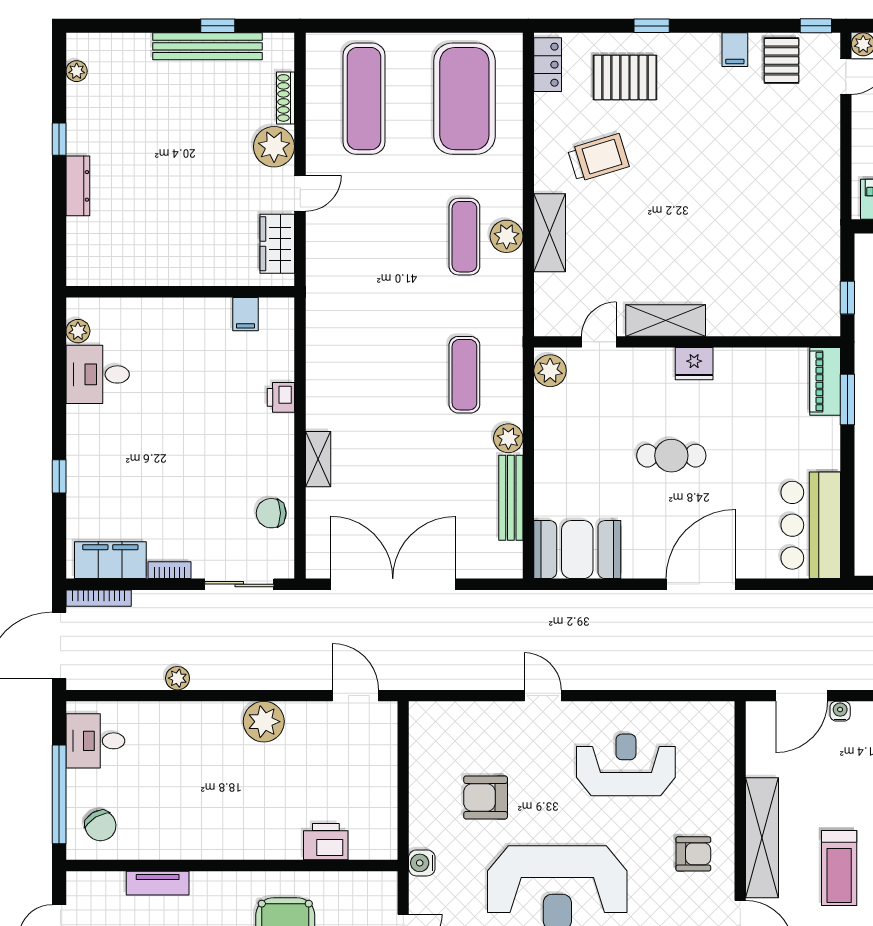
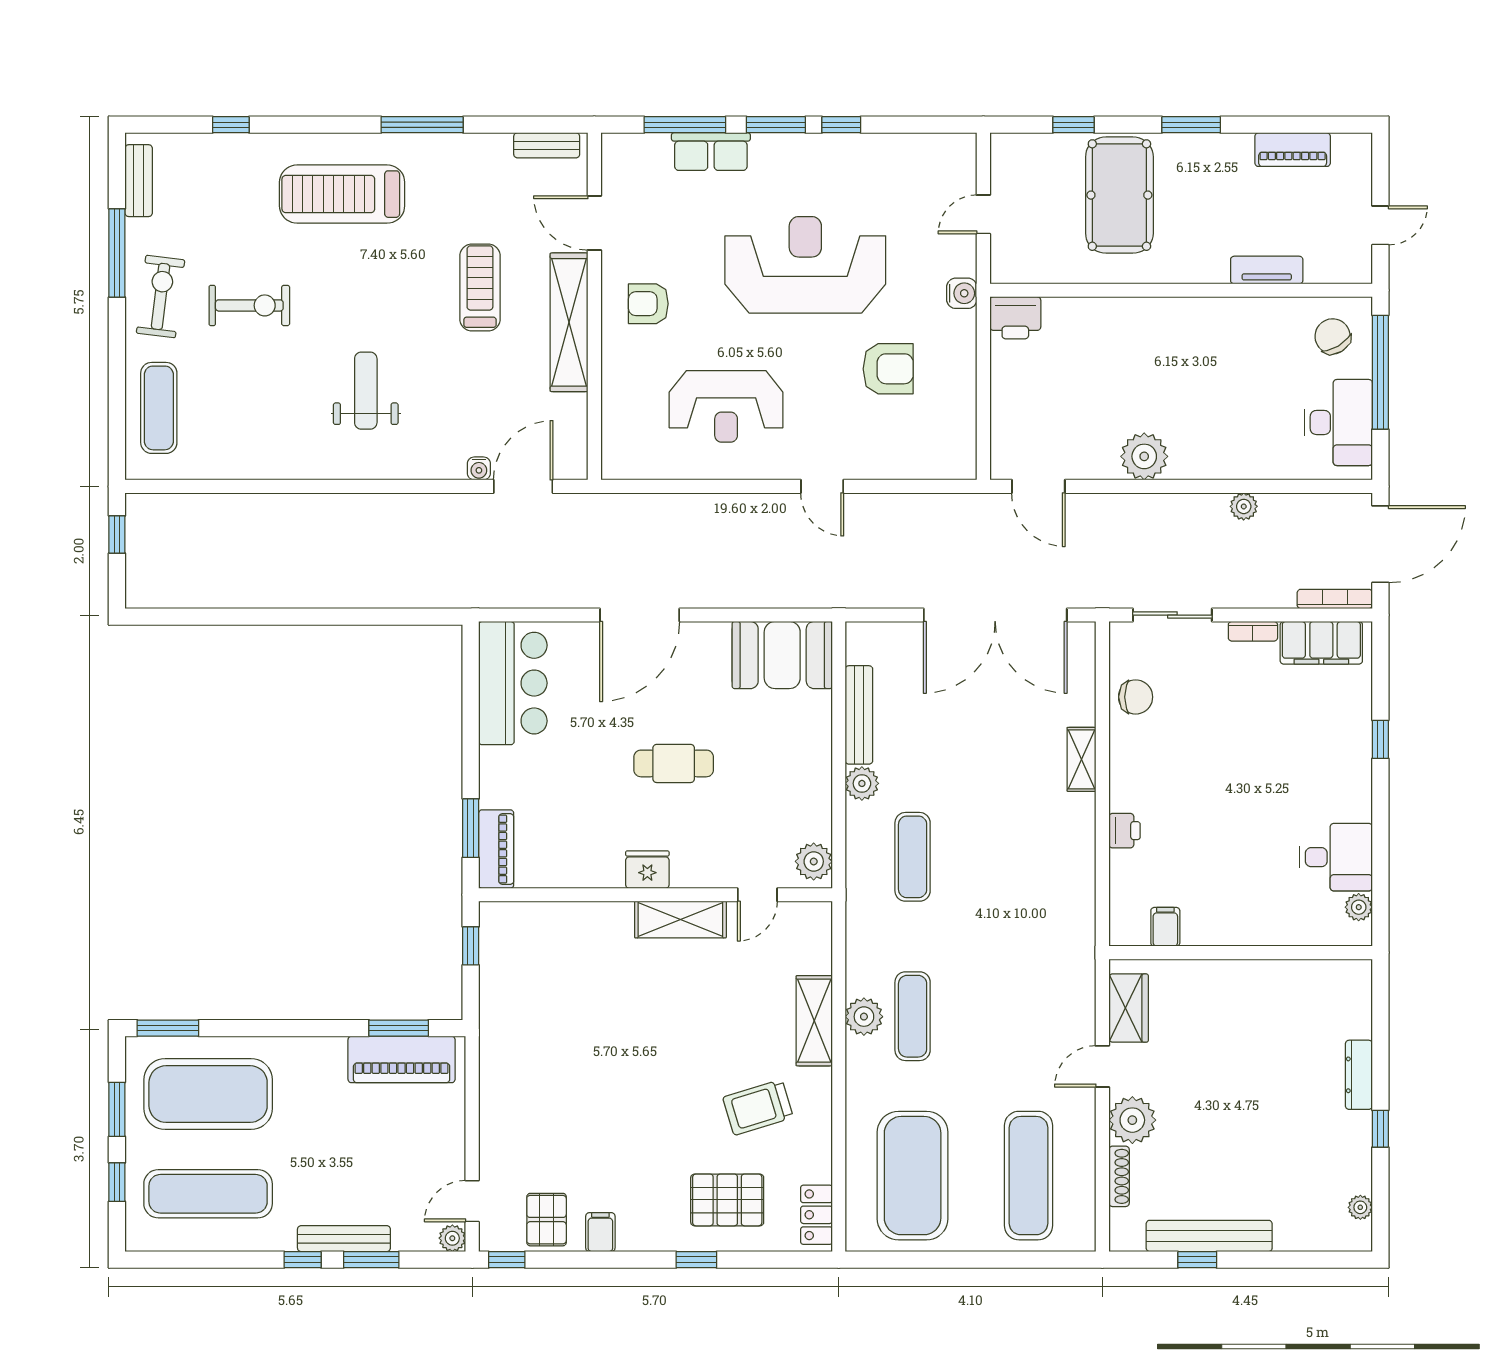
desk: (95, 741) -> (1339, 422), width x1.37
printer: (326, 842) -> (1015, 318), moved

